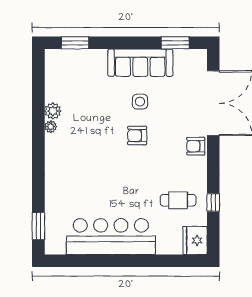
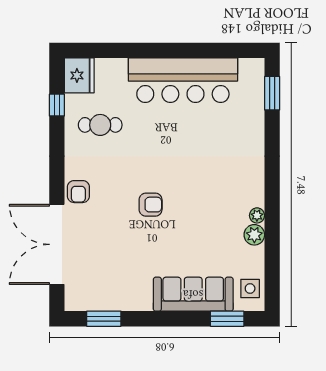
sofa: (140, 63) -> (193, 294), moved
side table: (140, 102) -> (250, 288), moved
armchair: (196, 146) -> (78, 192), turned 90
window: (213, 202) -> (57, 105), moved

